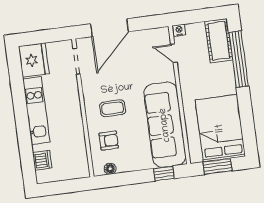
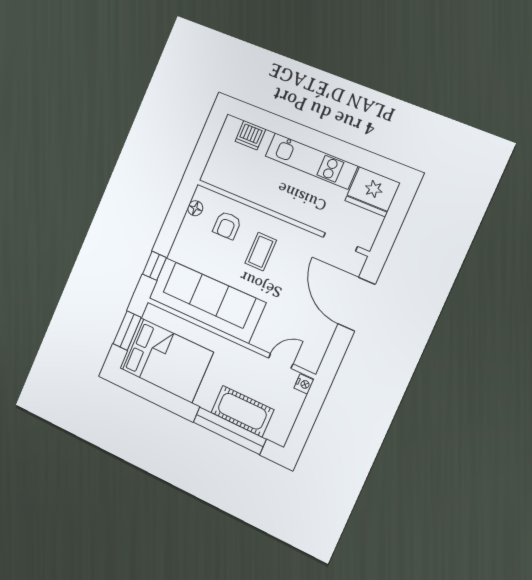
cot: (219, 41) -> (242, 411), moved

